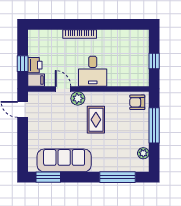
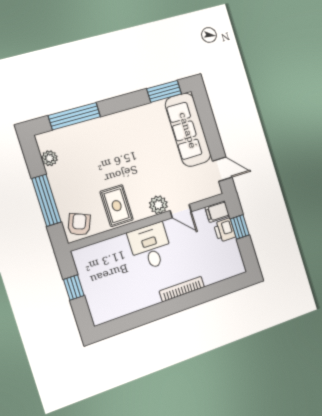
armchair: (137, 102) -> (79, 224), turned -68
rug: (96, 120) -> (117, 206), moved
sofa: (64, 160) -> (188, 130), moved, turned 90

